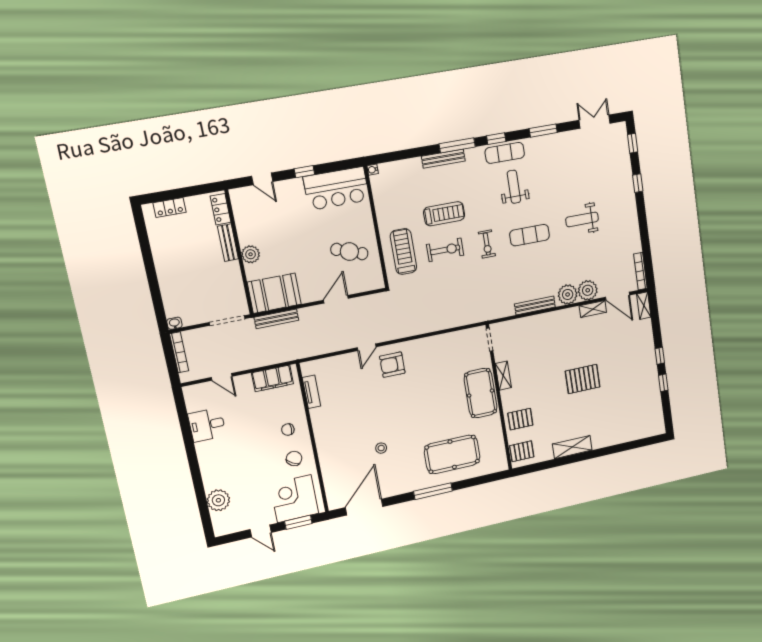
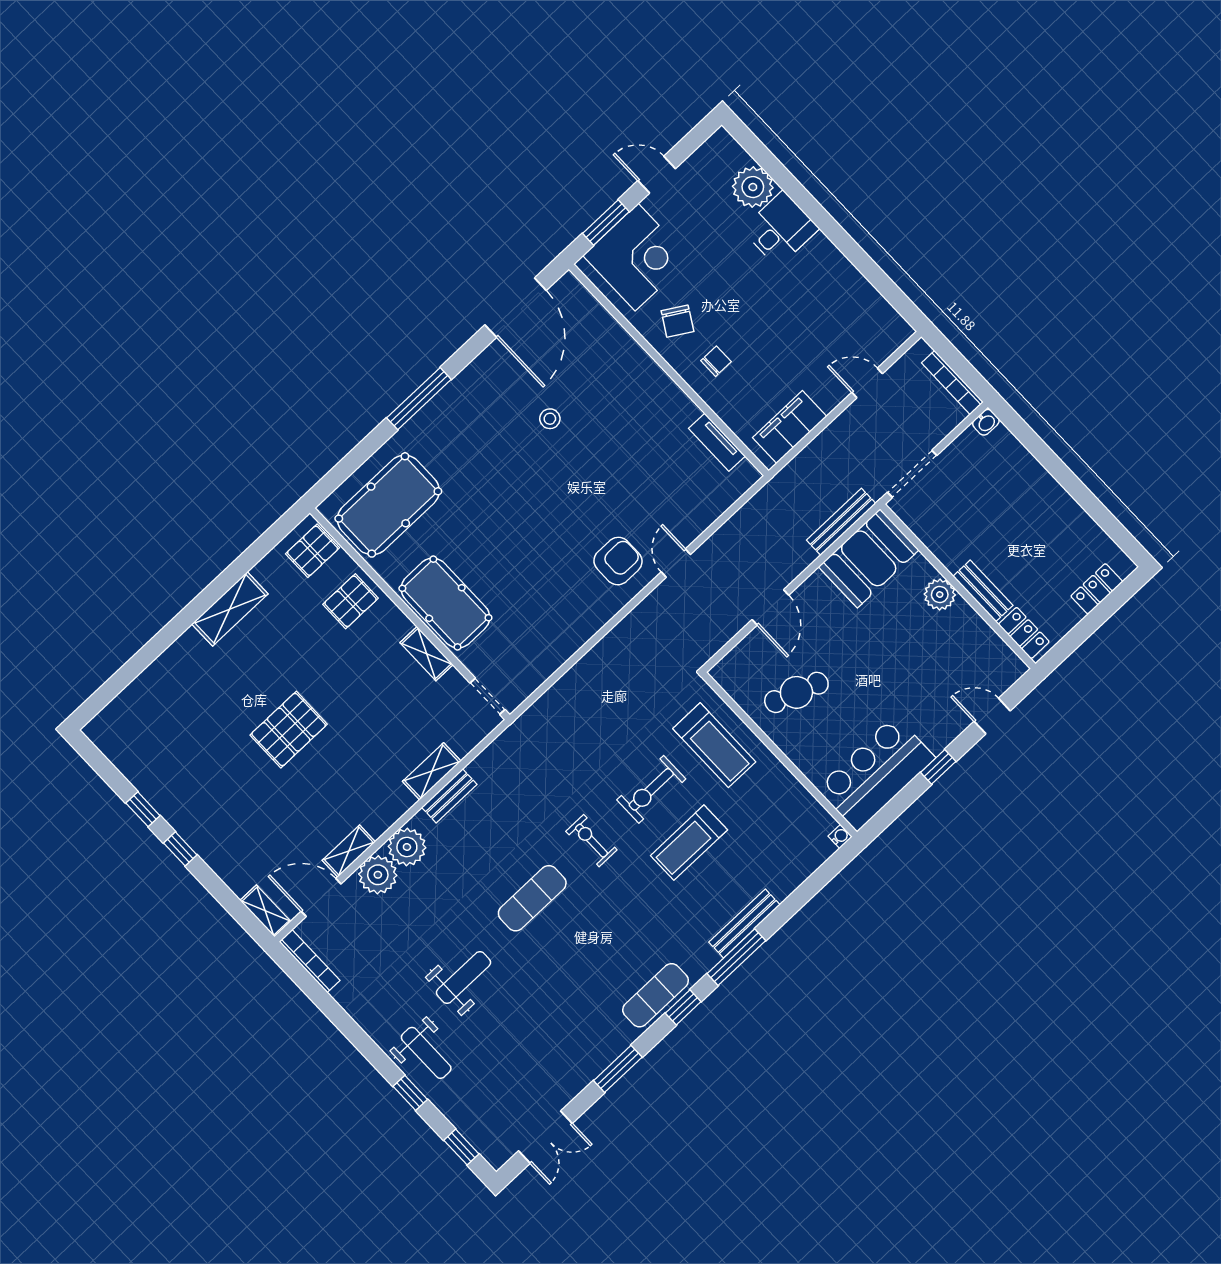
weight bench: (514, 187) -> (426, 1053), moved
bench: (535, 305) -> (449, 796), width x0.73
shelving: (535, 321) -> (432, 771), added
desk: (207, 425) -> (780, 229), moved
pool table: (452, 454) -> (388, 505), moved

